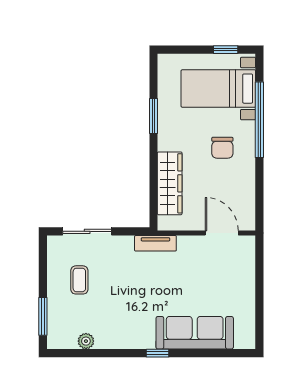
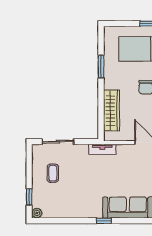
window: (43, 316) -> (29, 197), width x0.67
plant: (86, 341) -> (37, 213), moved

